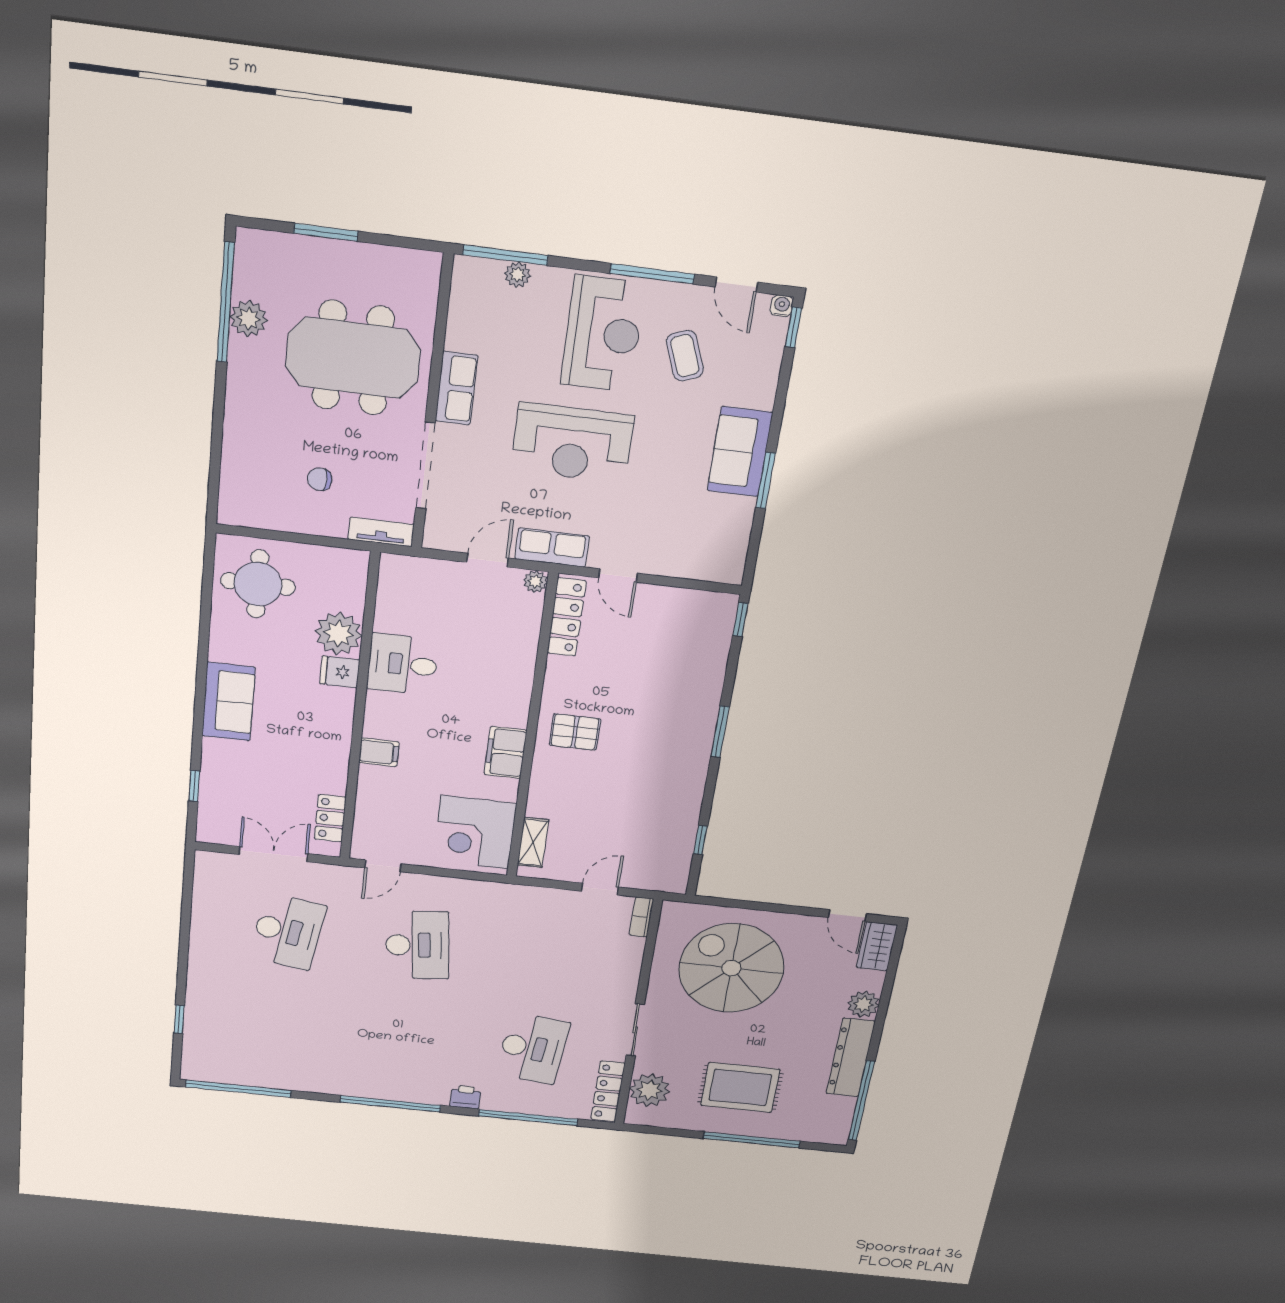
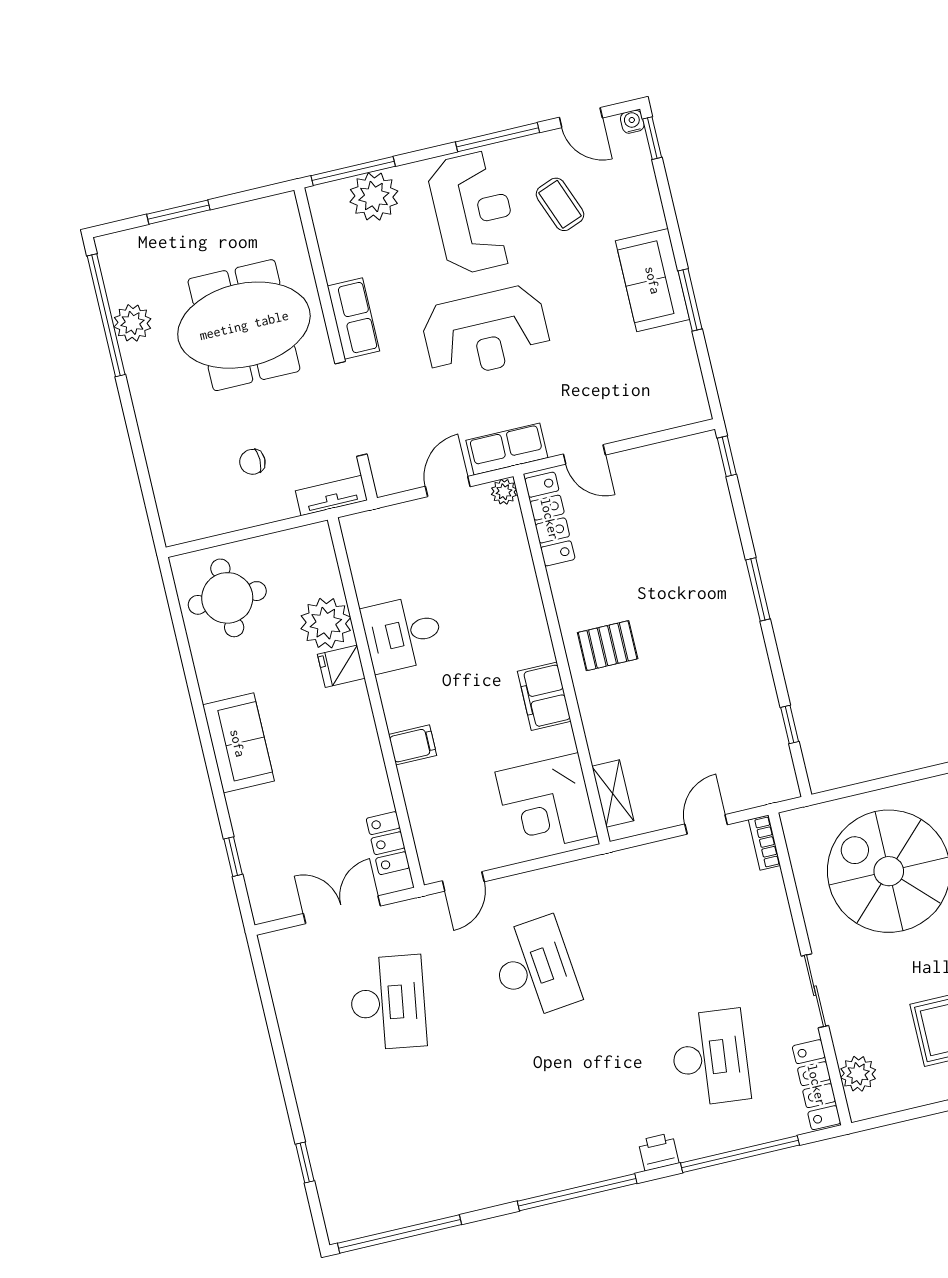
plant: (518, 275) -> (374, 197), width x1.87, depth x1.87
plant: (650, 1090) -> (858, 1074), width x0.73, depth x0.73

